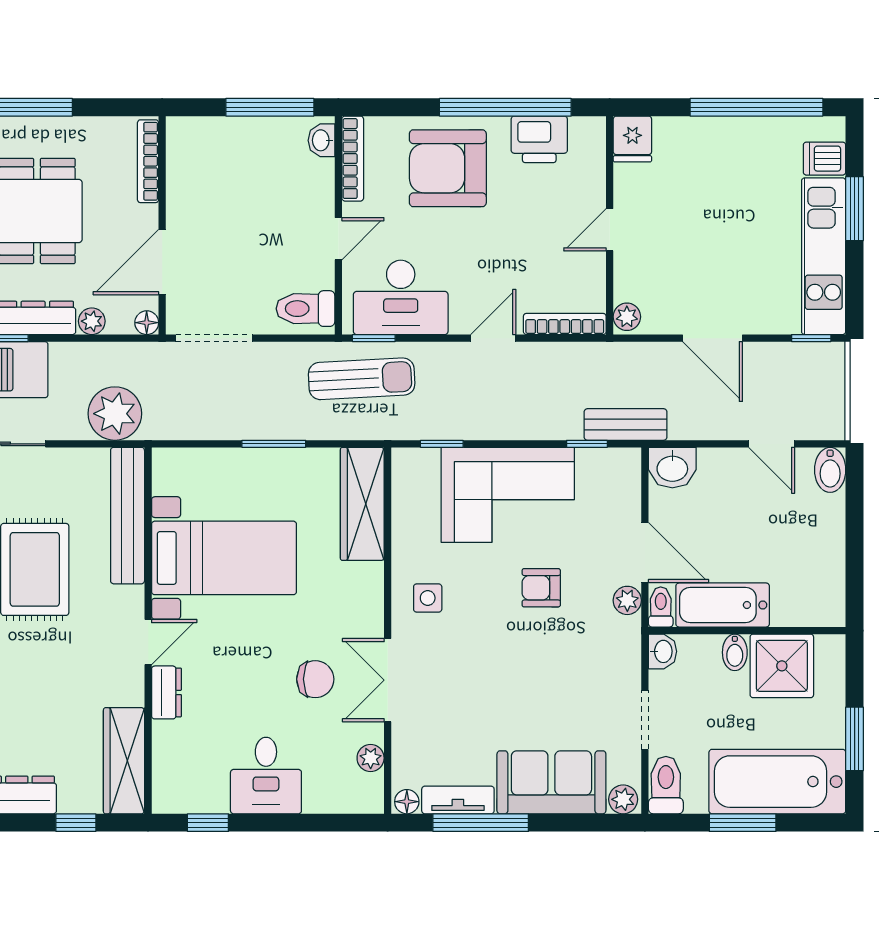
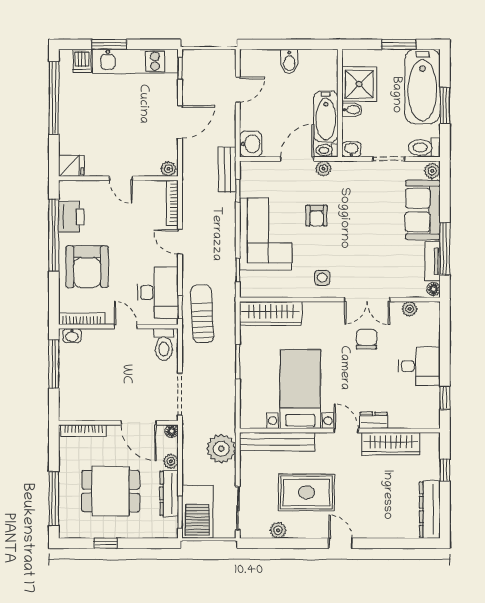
bidet: (830, 470) -> (289, 61), moved, turned 90
wardrobe: (124, 761) -> (391, 444), moved

